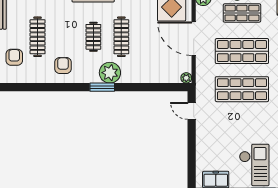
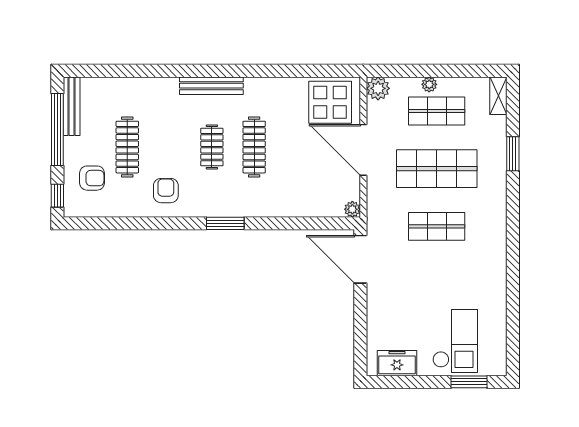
armchair: (14, 57) -> (92, 178), turned 90
plant: (110, 73) -> (237, 201), removed
shop shelf: (242, 89) -> (437, 226), width x0.70, depth x0.74
door: (192, 111) -> (360, 259), width x1.88

